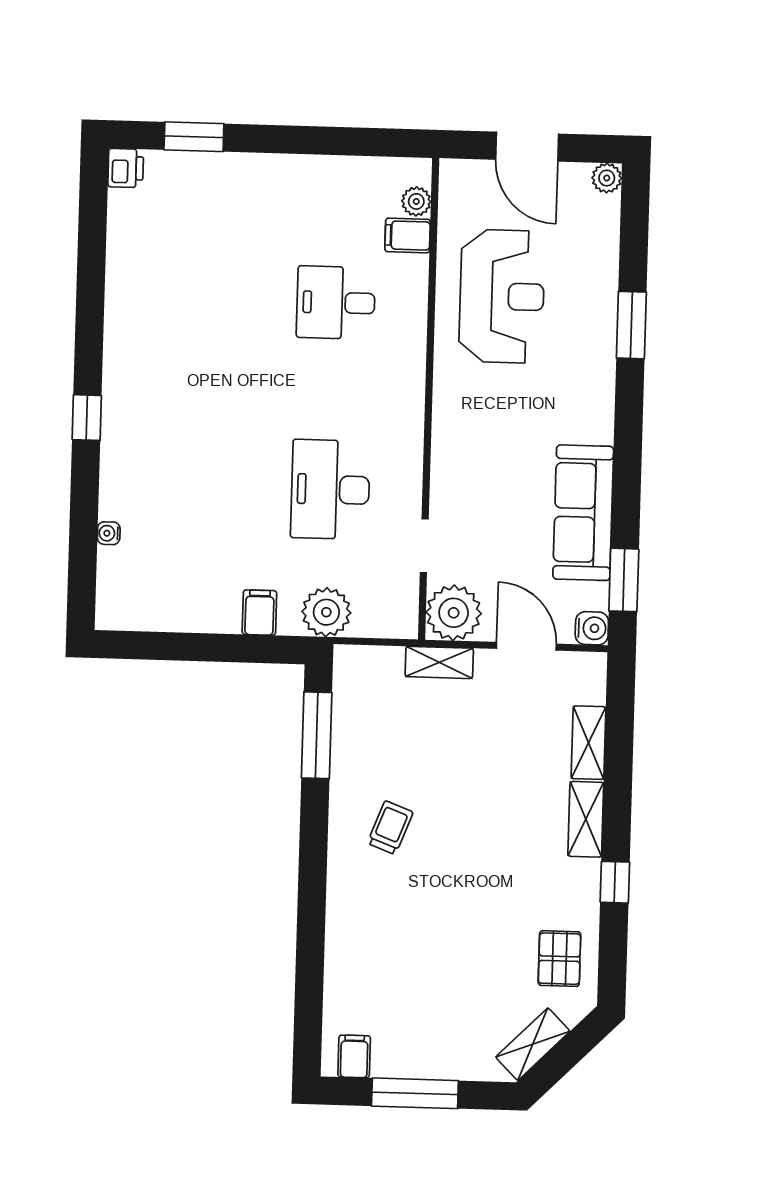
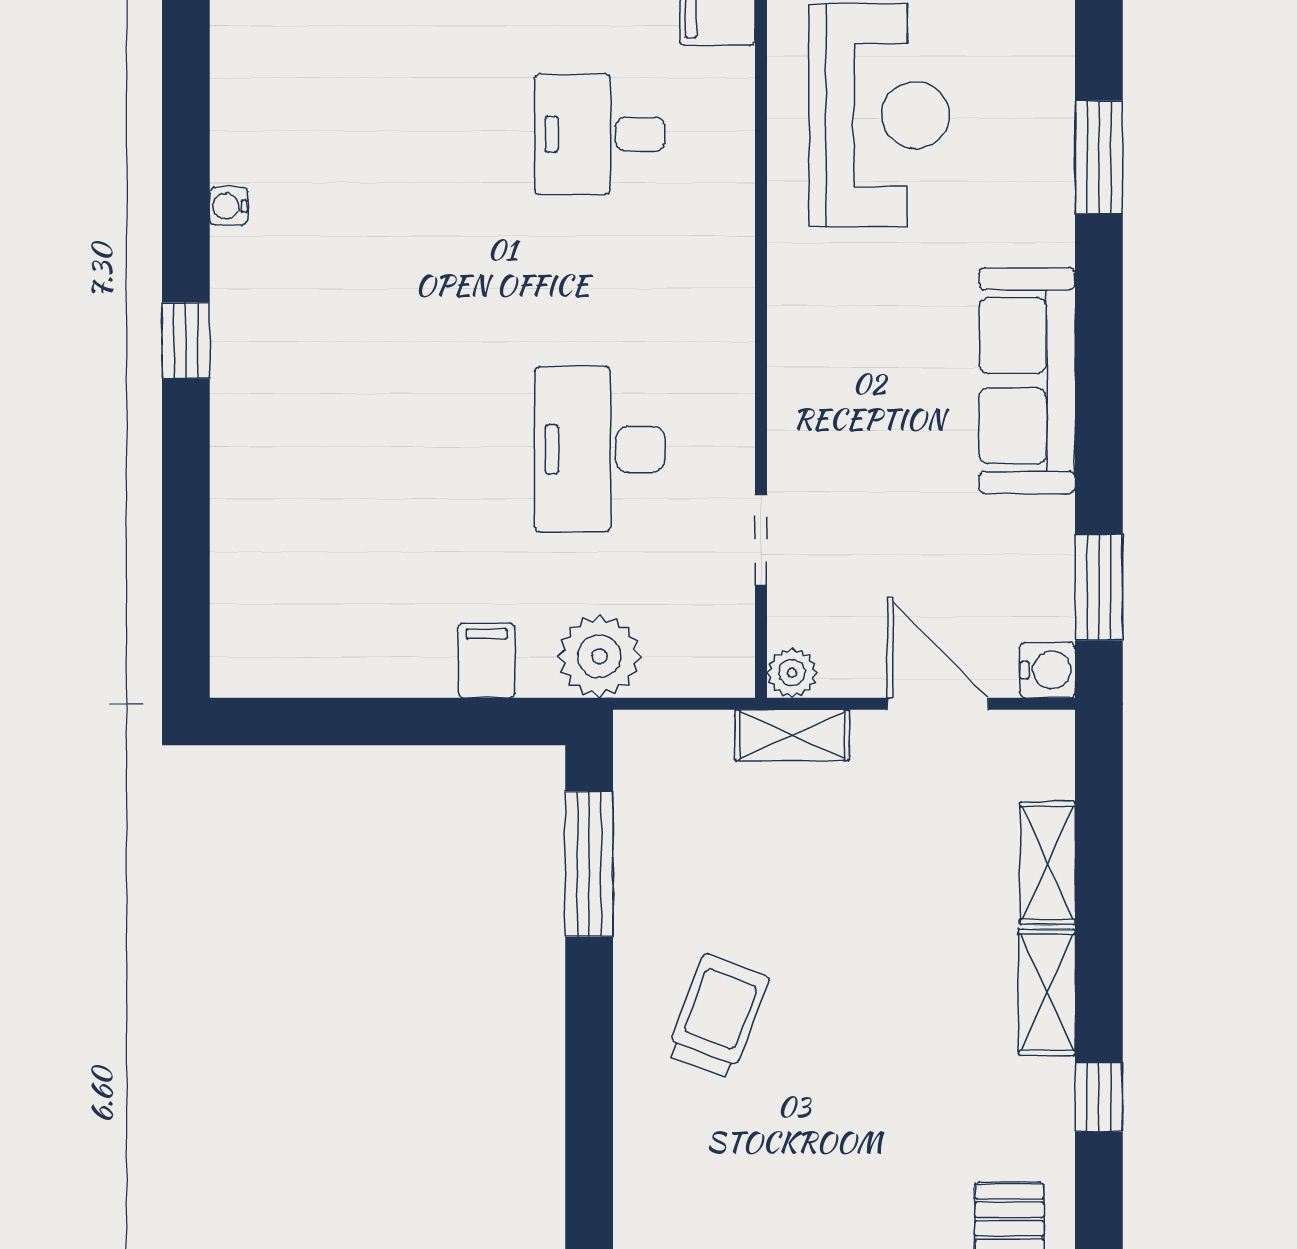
sofa: (583, 513) -> (1027, 381), moved
water cooler: (109, 533) -> (229, 206), moved
plant: (454, 613) -> (792, 673), width x0.53, depth x0.53
trolley: (390, 828) -> (718, 1016), width x1.36, depth x1.39

